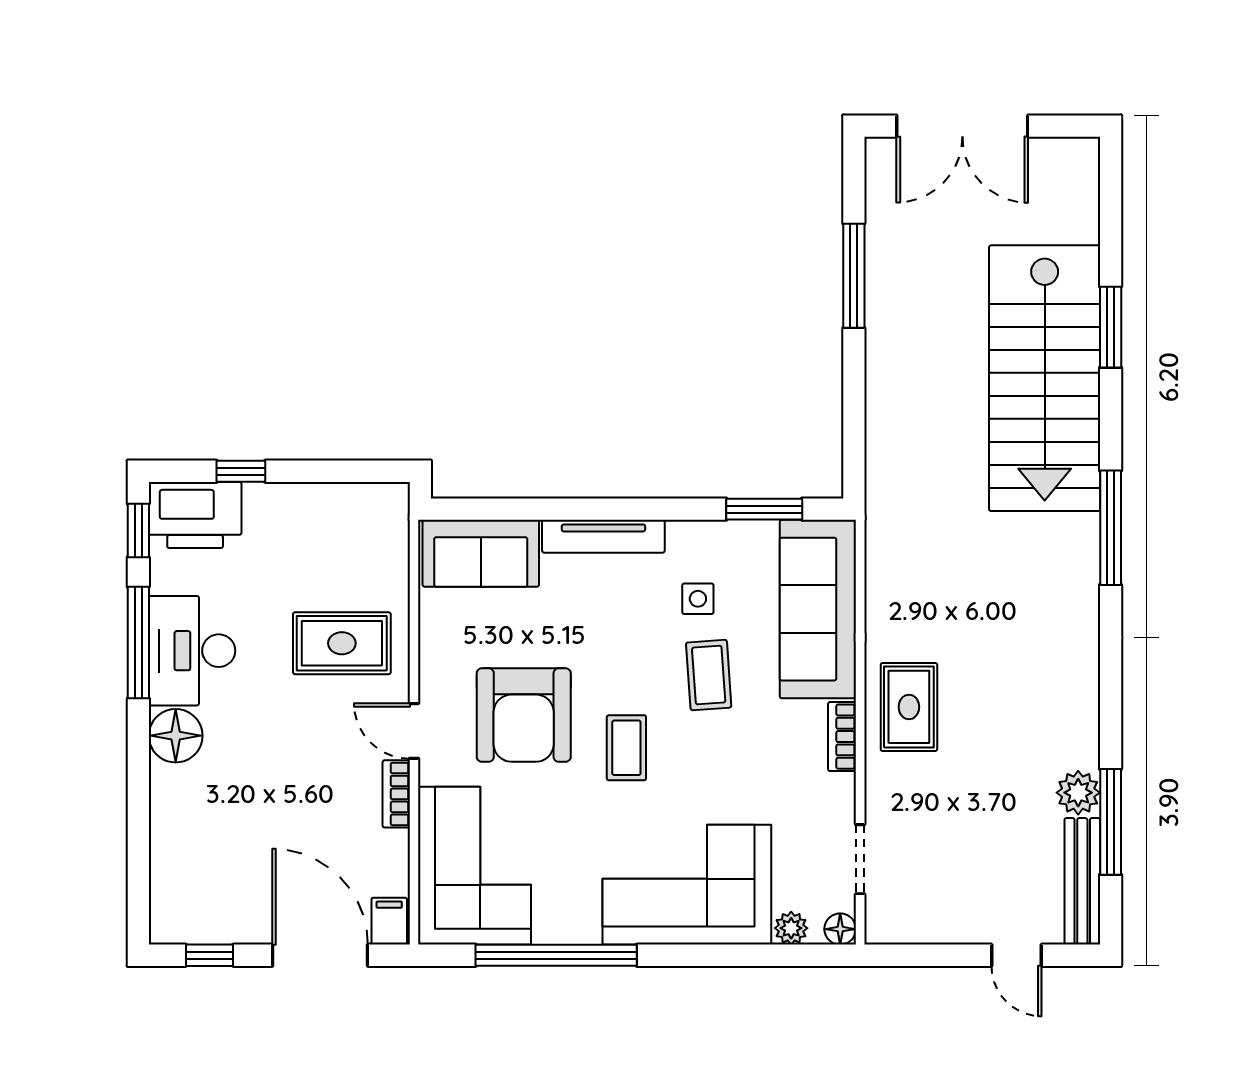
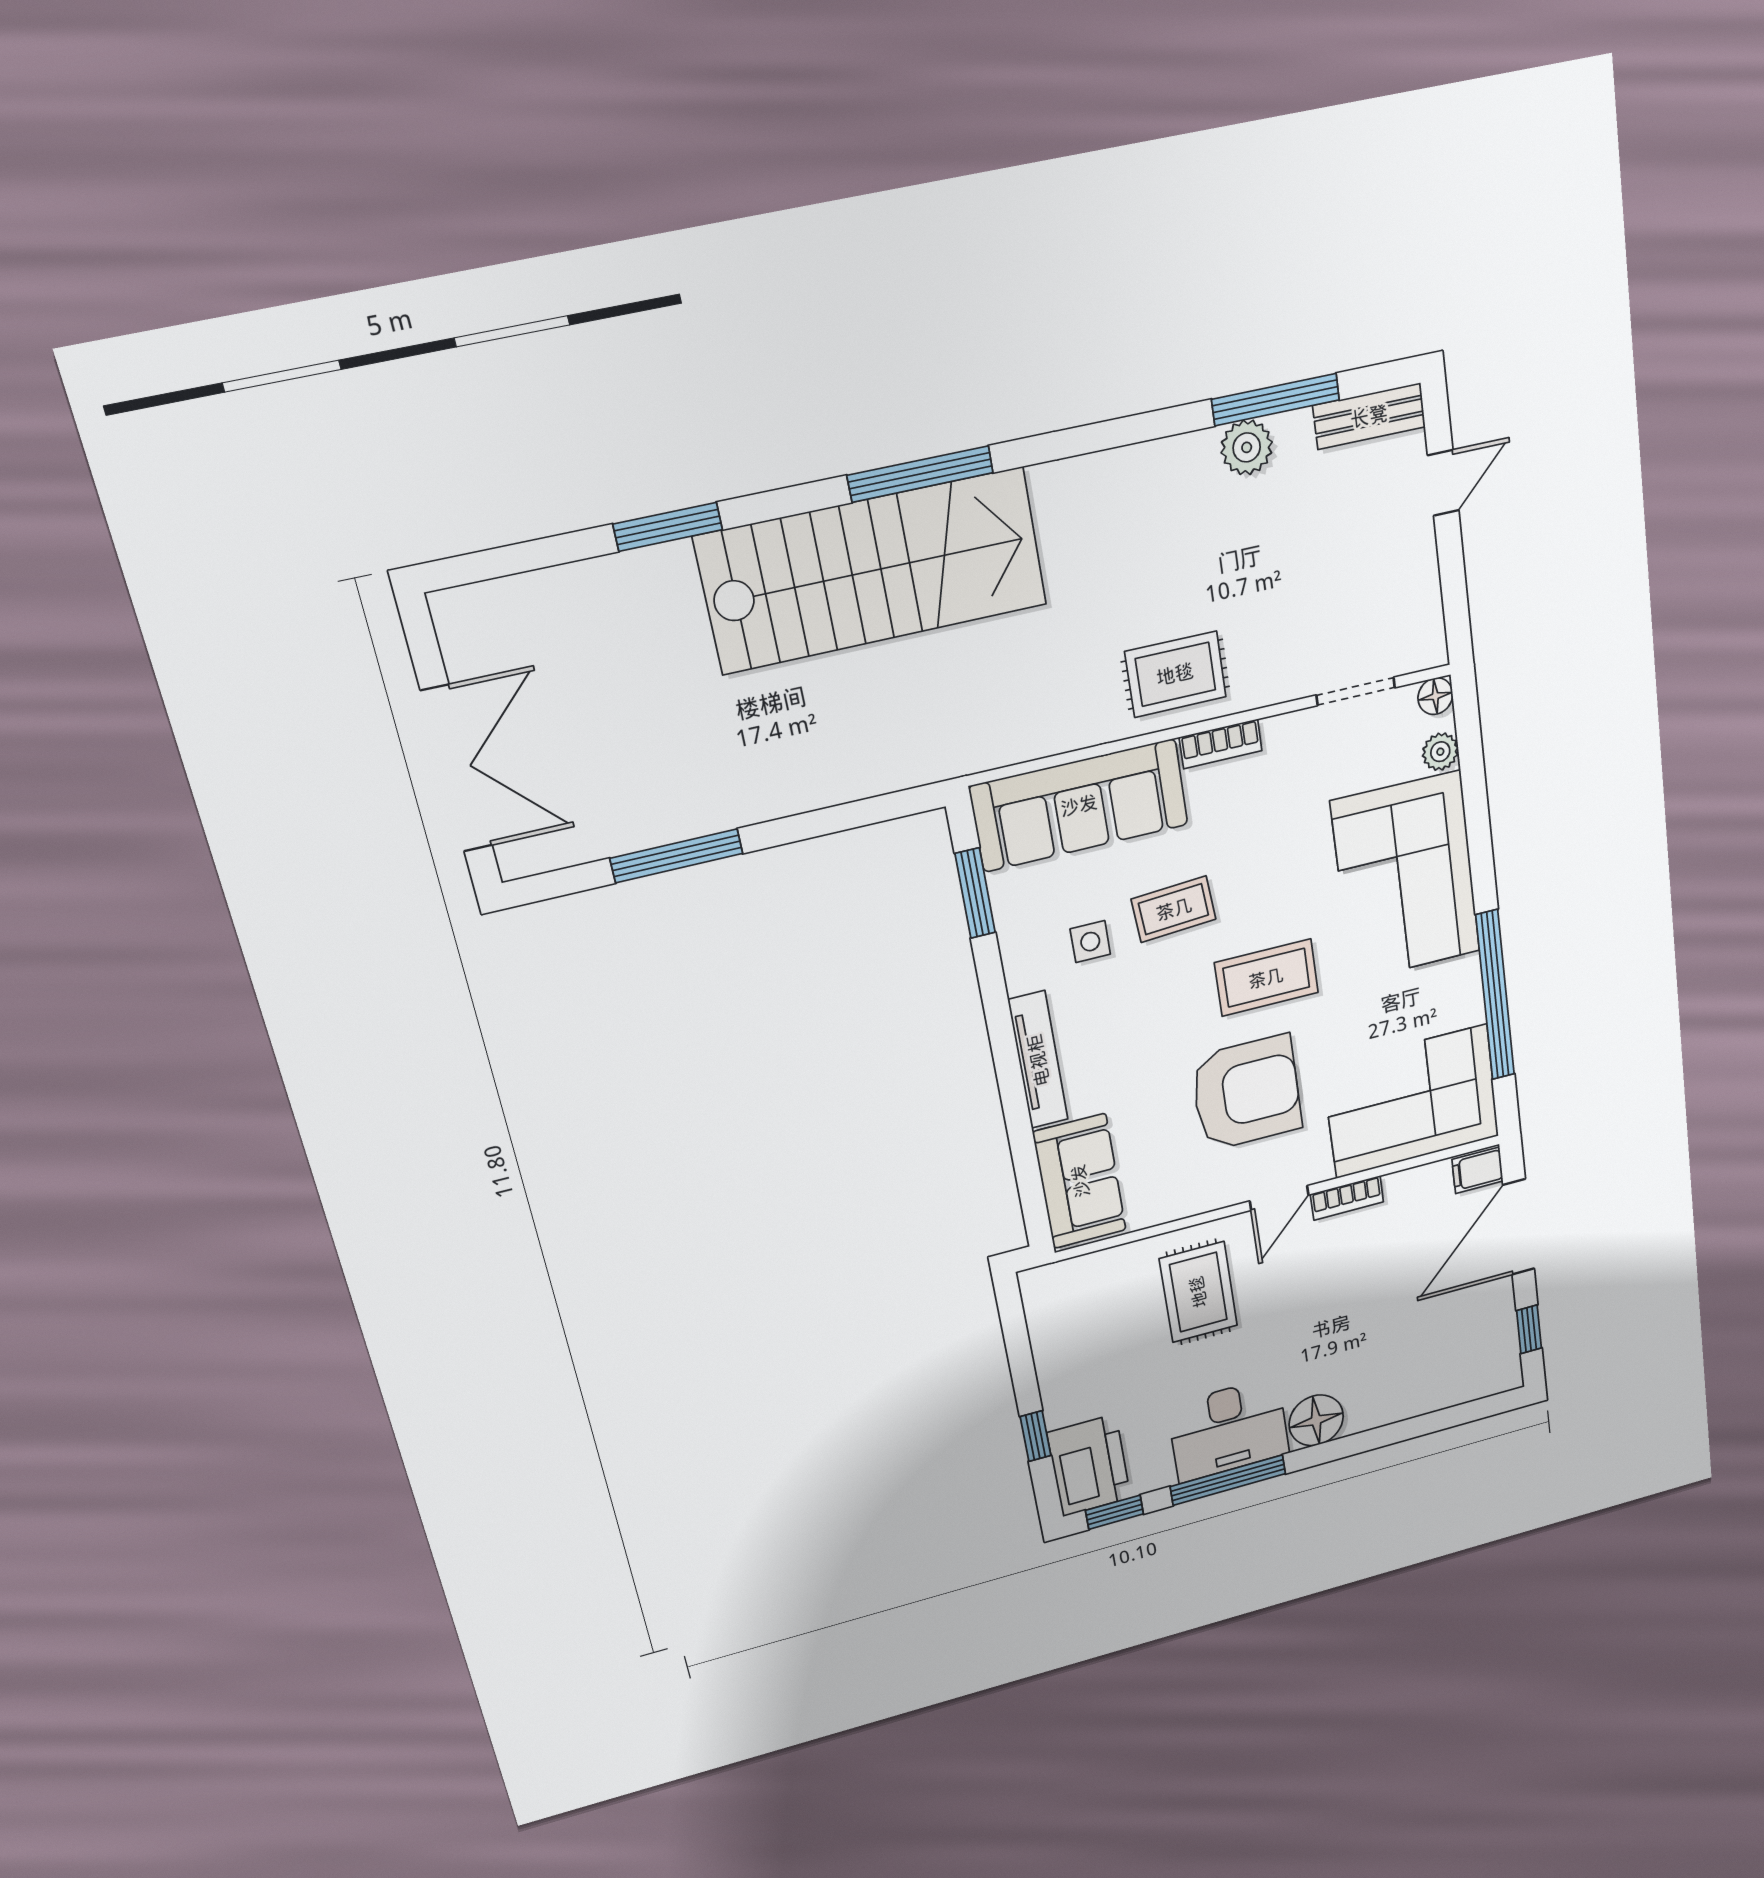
stairs: (1045, 378) -> (873, 571), moved
coffee table: (626, 748) -> (1266, 978), width x1.36, depth x1.30
bench: (1082, 881) -> (1369, 416), width x0.73

